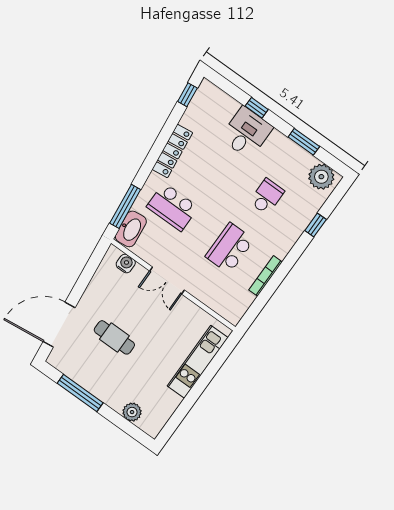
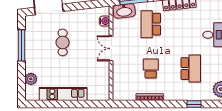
school desk: (267, 196) -> (191, 69), width x1.85
school desk: (230, 248) -> (151, 69), width x0.54
kitchen unit: (198, 362) -> (63, 94), moved

